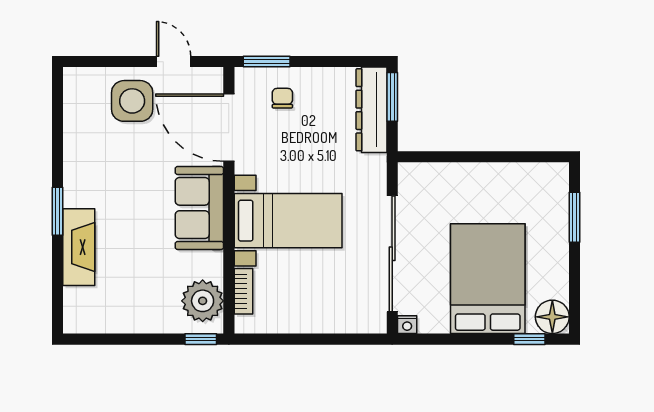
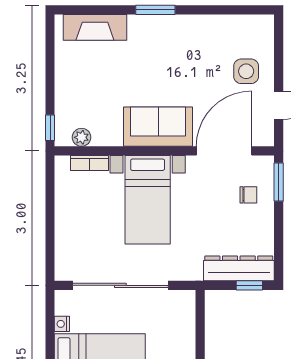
window: (392, 97) -> (249, 285), width x0.67
side table: (132, 101) -> (246, 71), width x0.73, depth x0.73
fireplace: (79, 247) -> (95, 27), moved
plant: (203, 301) -> (82, 137), width x0.53, depth x0.53
nightstand: (407, 325) -> (62, 324), moved

